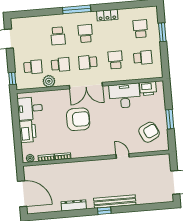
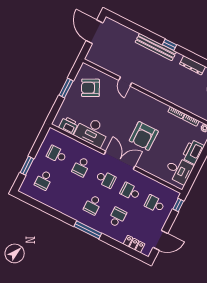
locker: (107, 15) -> (134, 244), moved
plant: (49, 81) -> (149, 183), removed
armchair: (78, 119) -> (144, 136), turned -90

